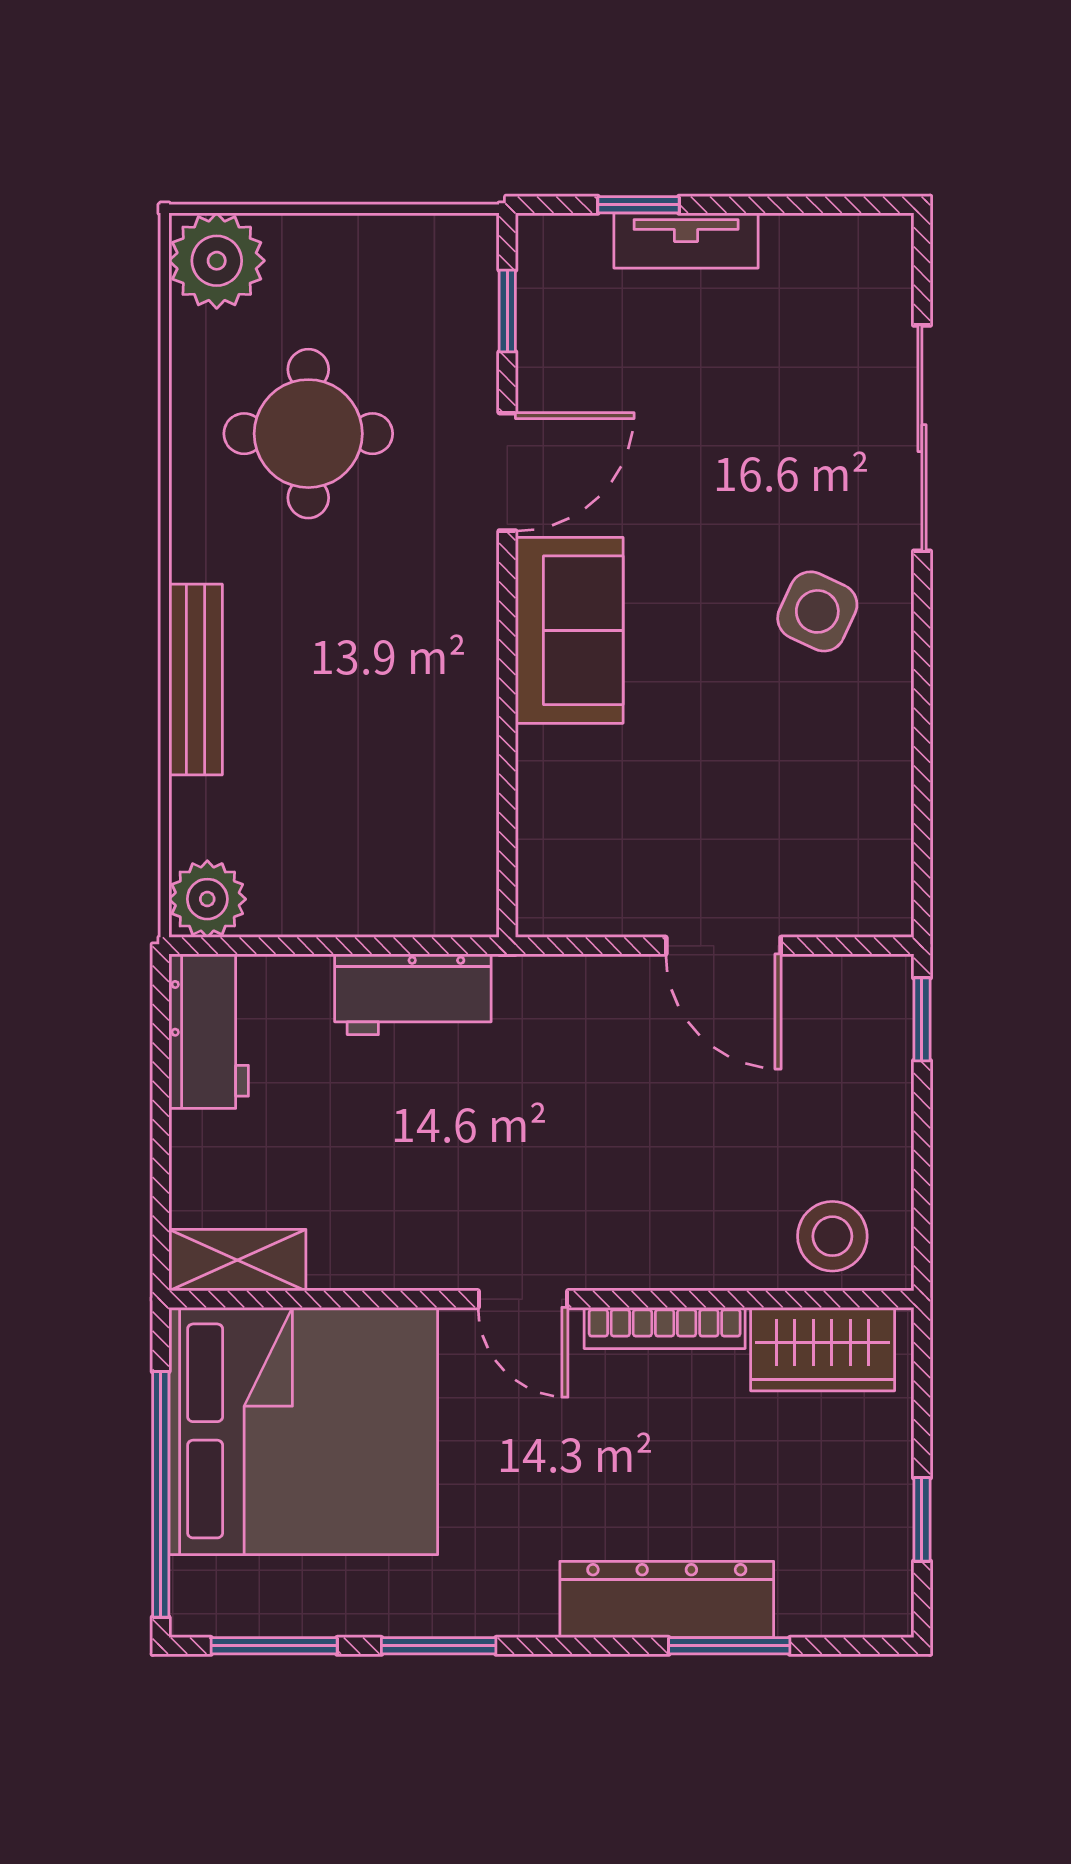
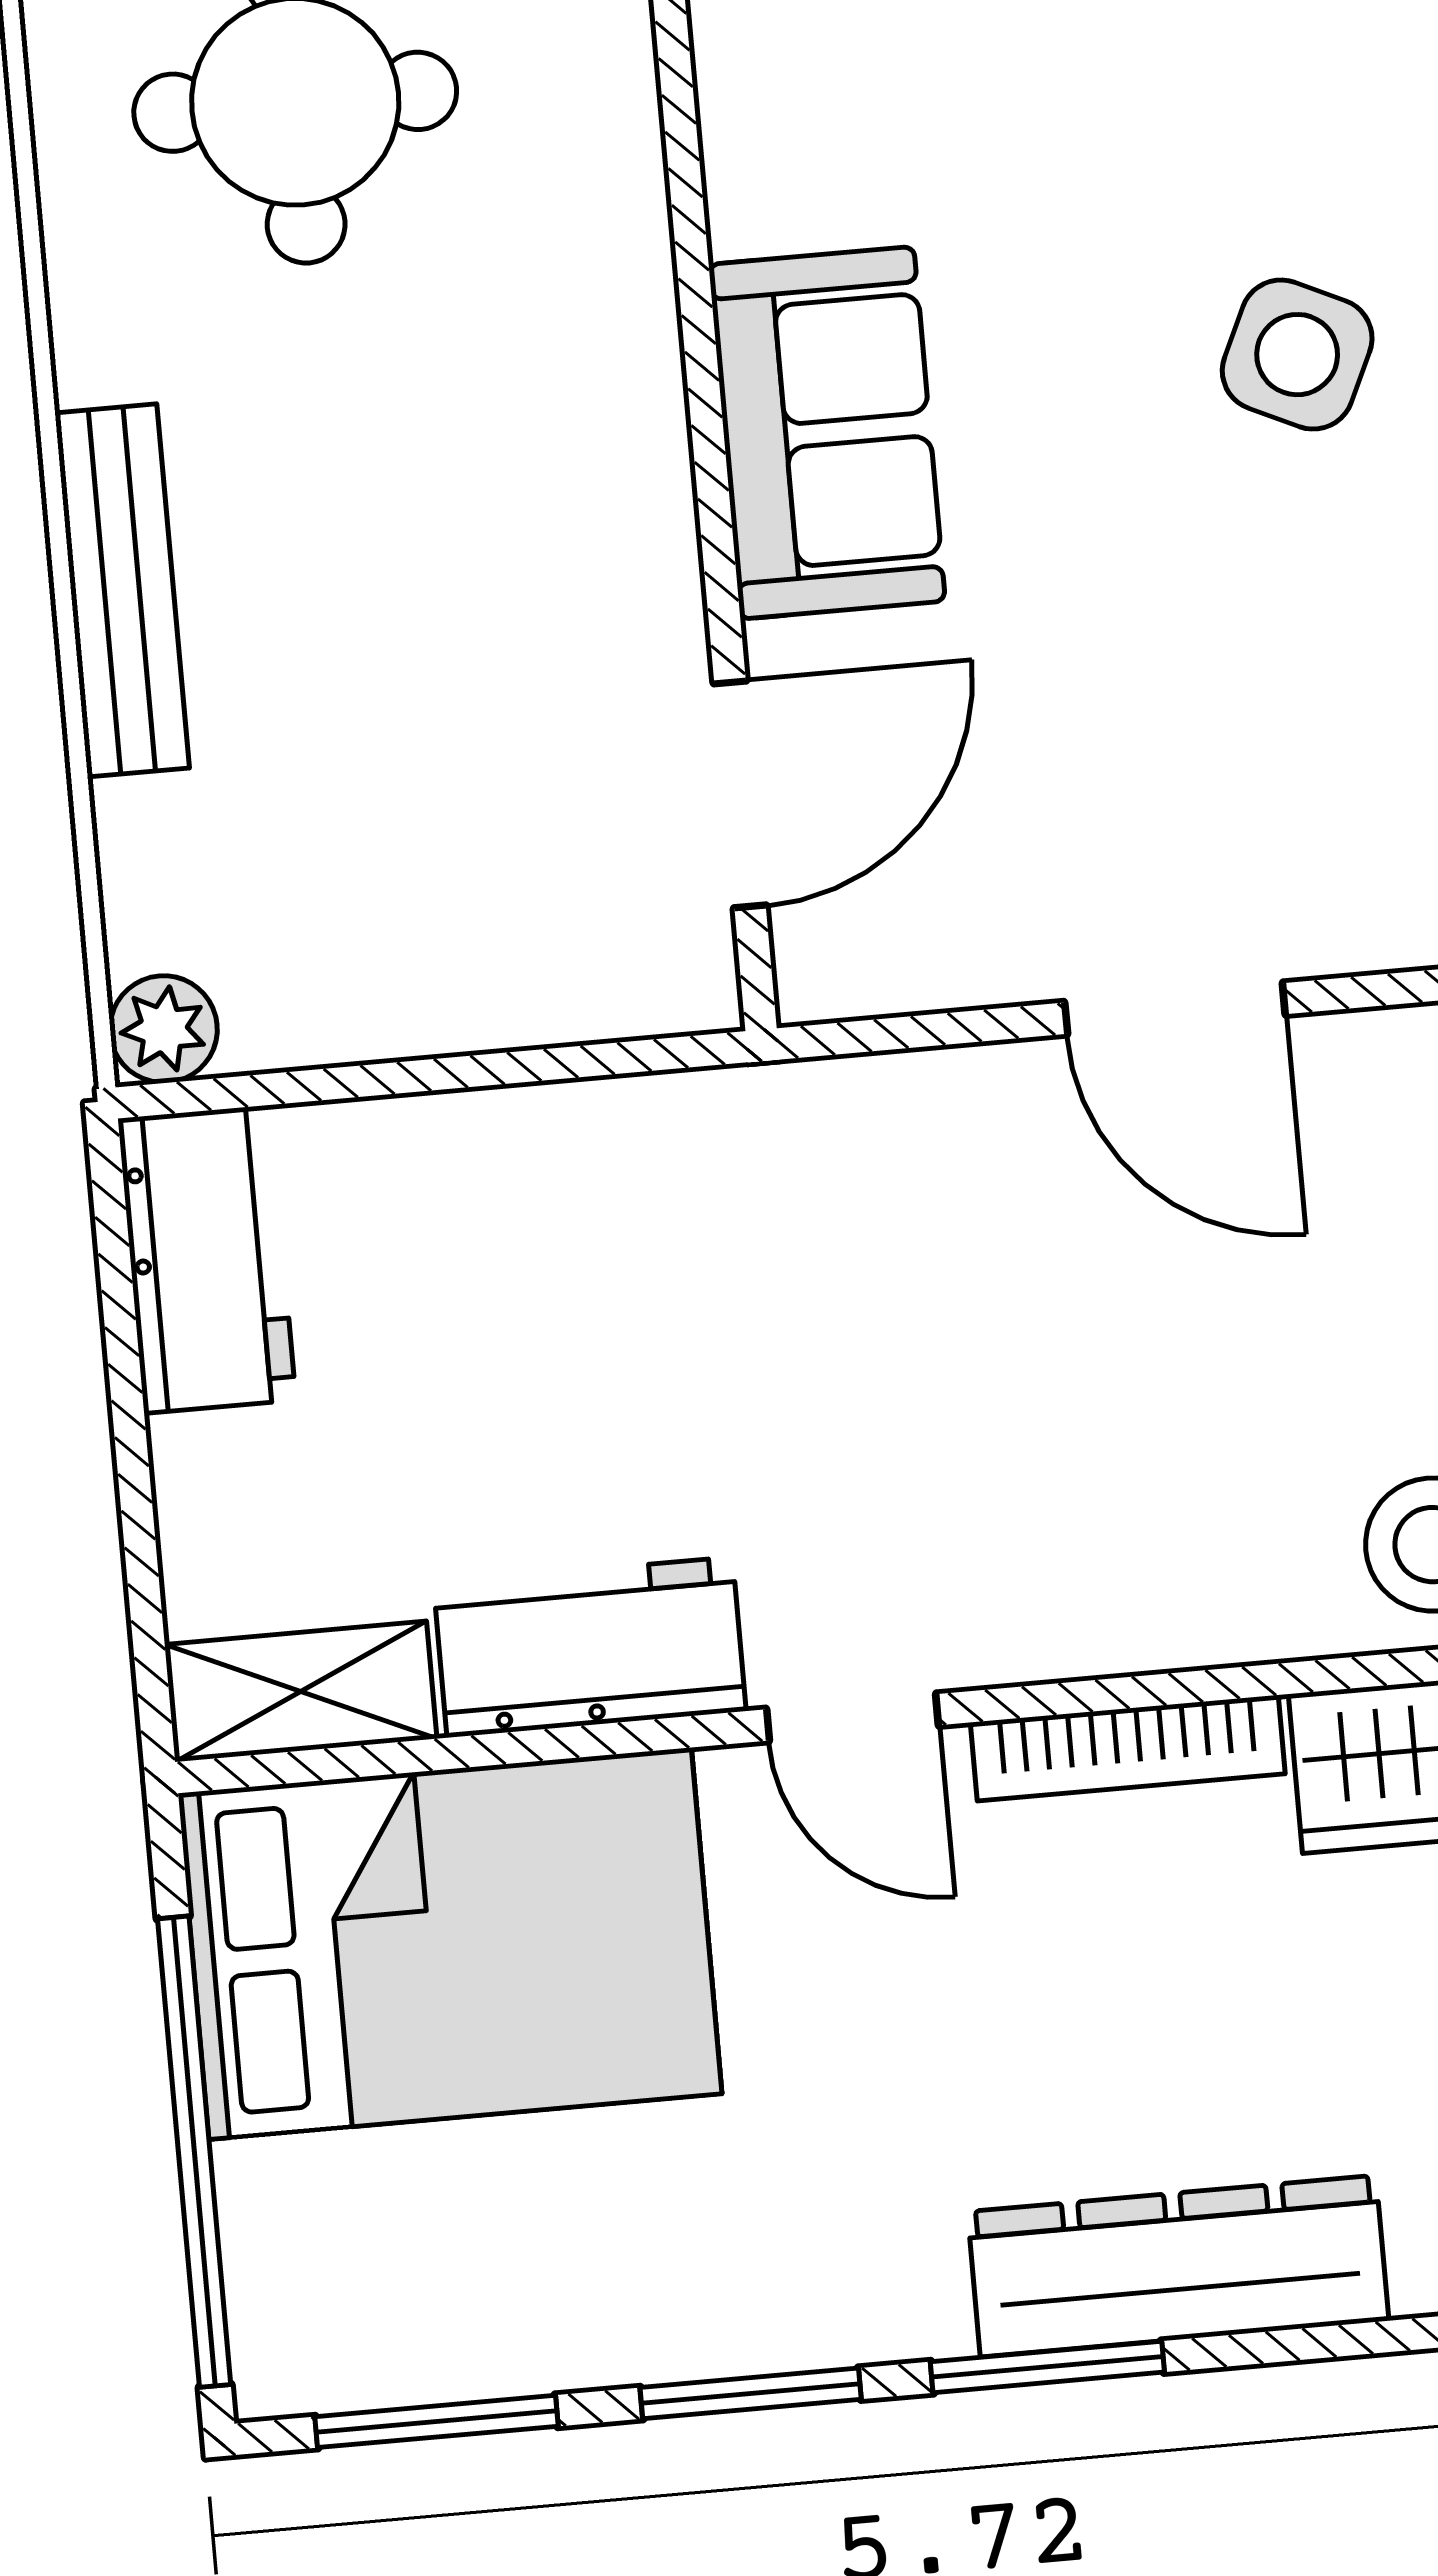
door: (507, 472) -> (740, 794), moved
plant: (207, 899) -> (164, 1029), width x0.73, depth x0.73
workbench: (413, 994) -> (590, 1647), moved, turned 180
bed: (303, 1431) -> (450, 1944), width x0.73
window: (729, 1646) -> (1047, 2367), moved

